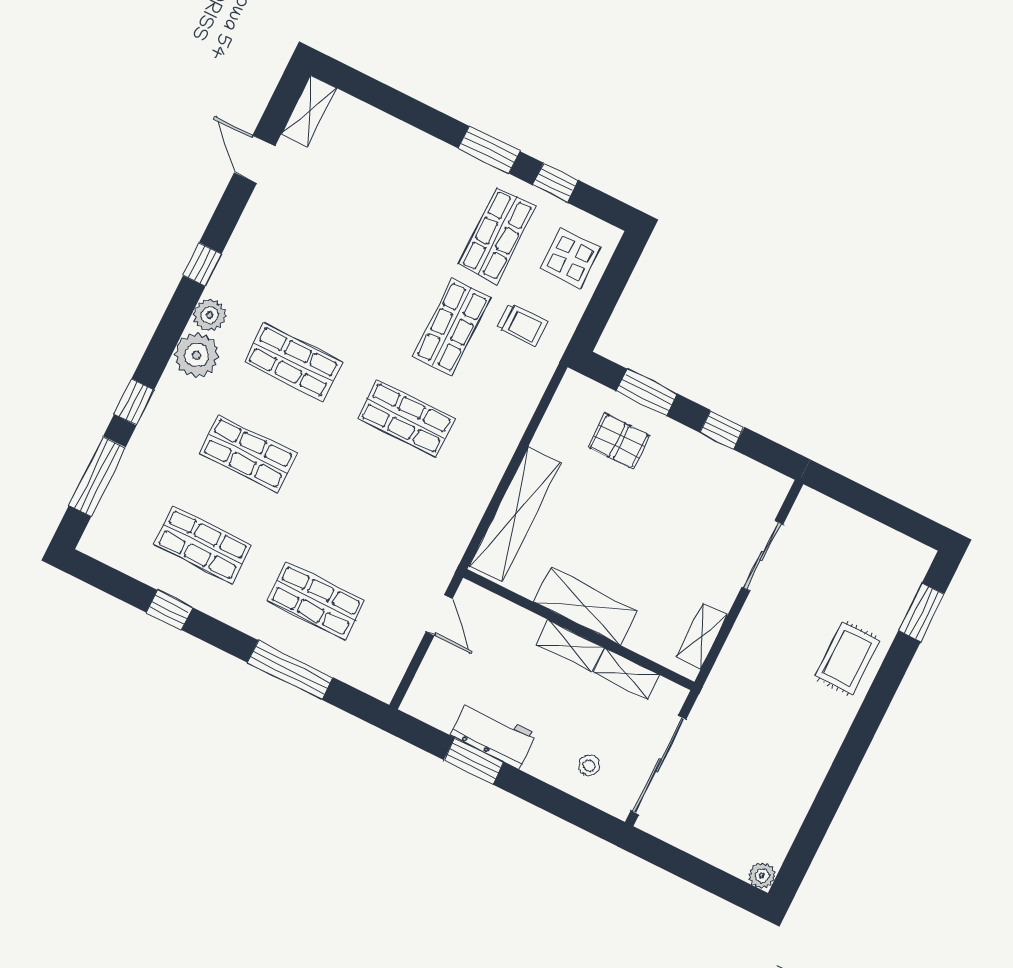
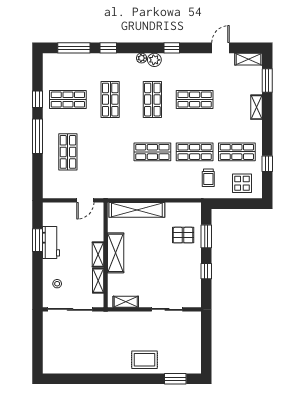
shelving: (422, 145) -> (257, 107), added
window: (489, 150) -> (267, 81), moved
shop shelf: (339, 271) -> (195, 100), added
plant: (197, 355) -> (142, 58), width x0.53, depth x0.53
shop shelf: (406, 418) -> (152, 152), turned 90
pallet: (619, 441) -> (183, 235), turned 90
shop shelf: (203, 545) -> (68, 100), turned 90
window: (290, 670) -> (38, 136), moved
plant: (762, 876) -> (48, 368), removed

